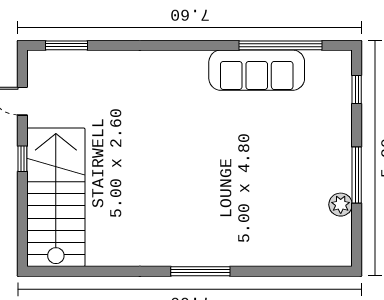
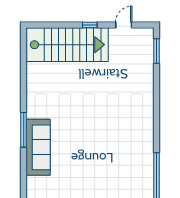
sofa: (257, 70) -> (38, 147), moved, turned 180

